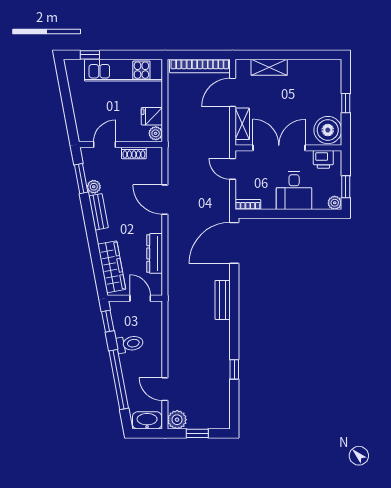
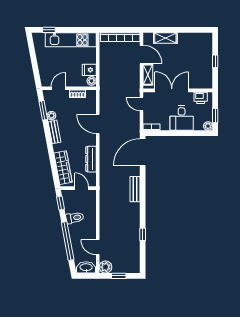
door: (233, 92) -> (142, 54), swing flipped
boiler: (328, 130) -> (204, 79), removed

